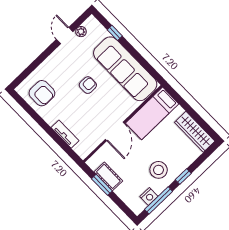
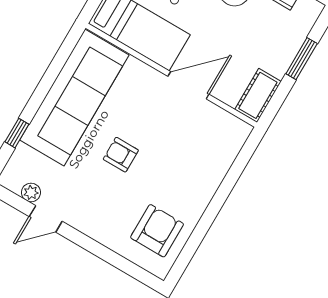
tv unit: (65, 134) -> (217, 171), removed
cot: (108, 176) -> (258, 95), moved
window: (102, 185) -> (302, 59), moved

